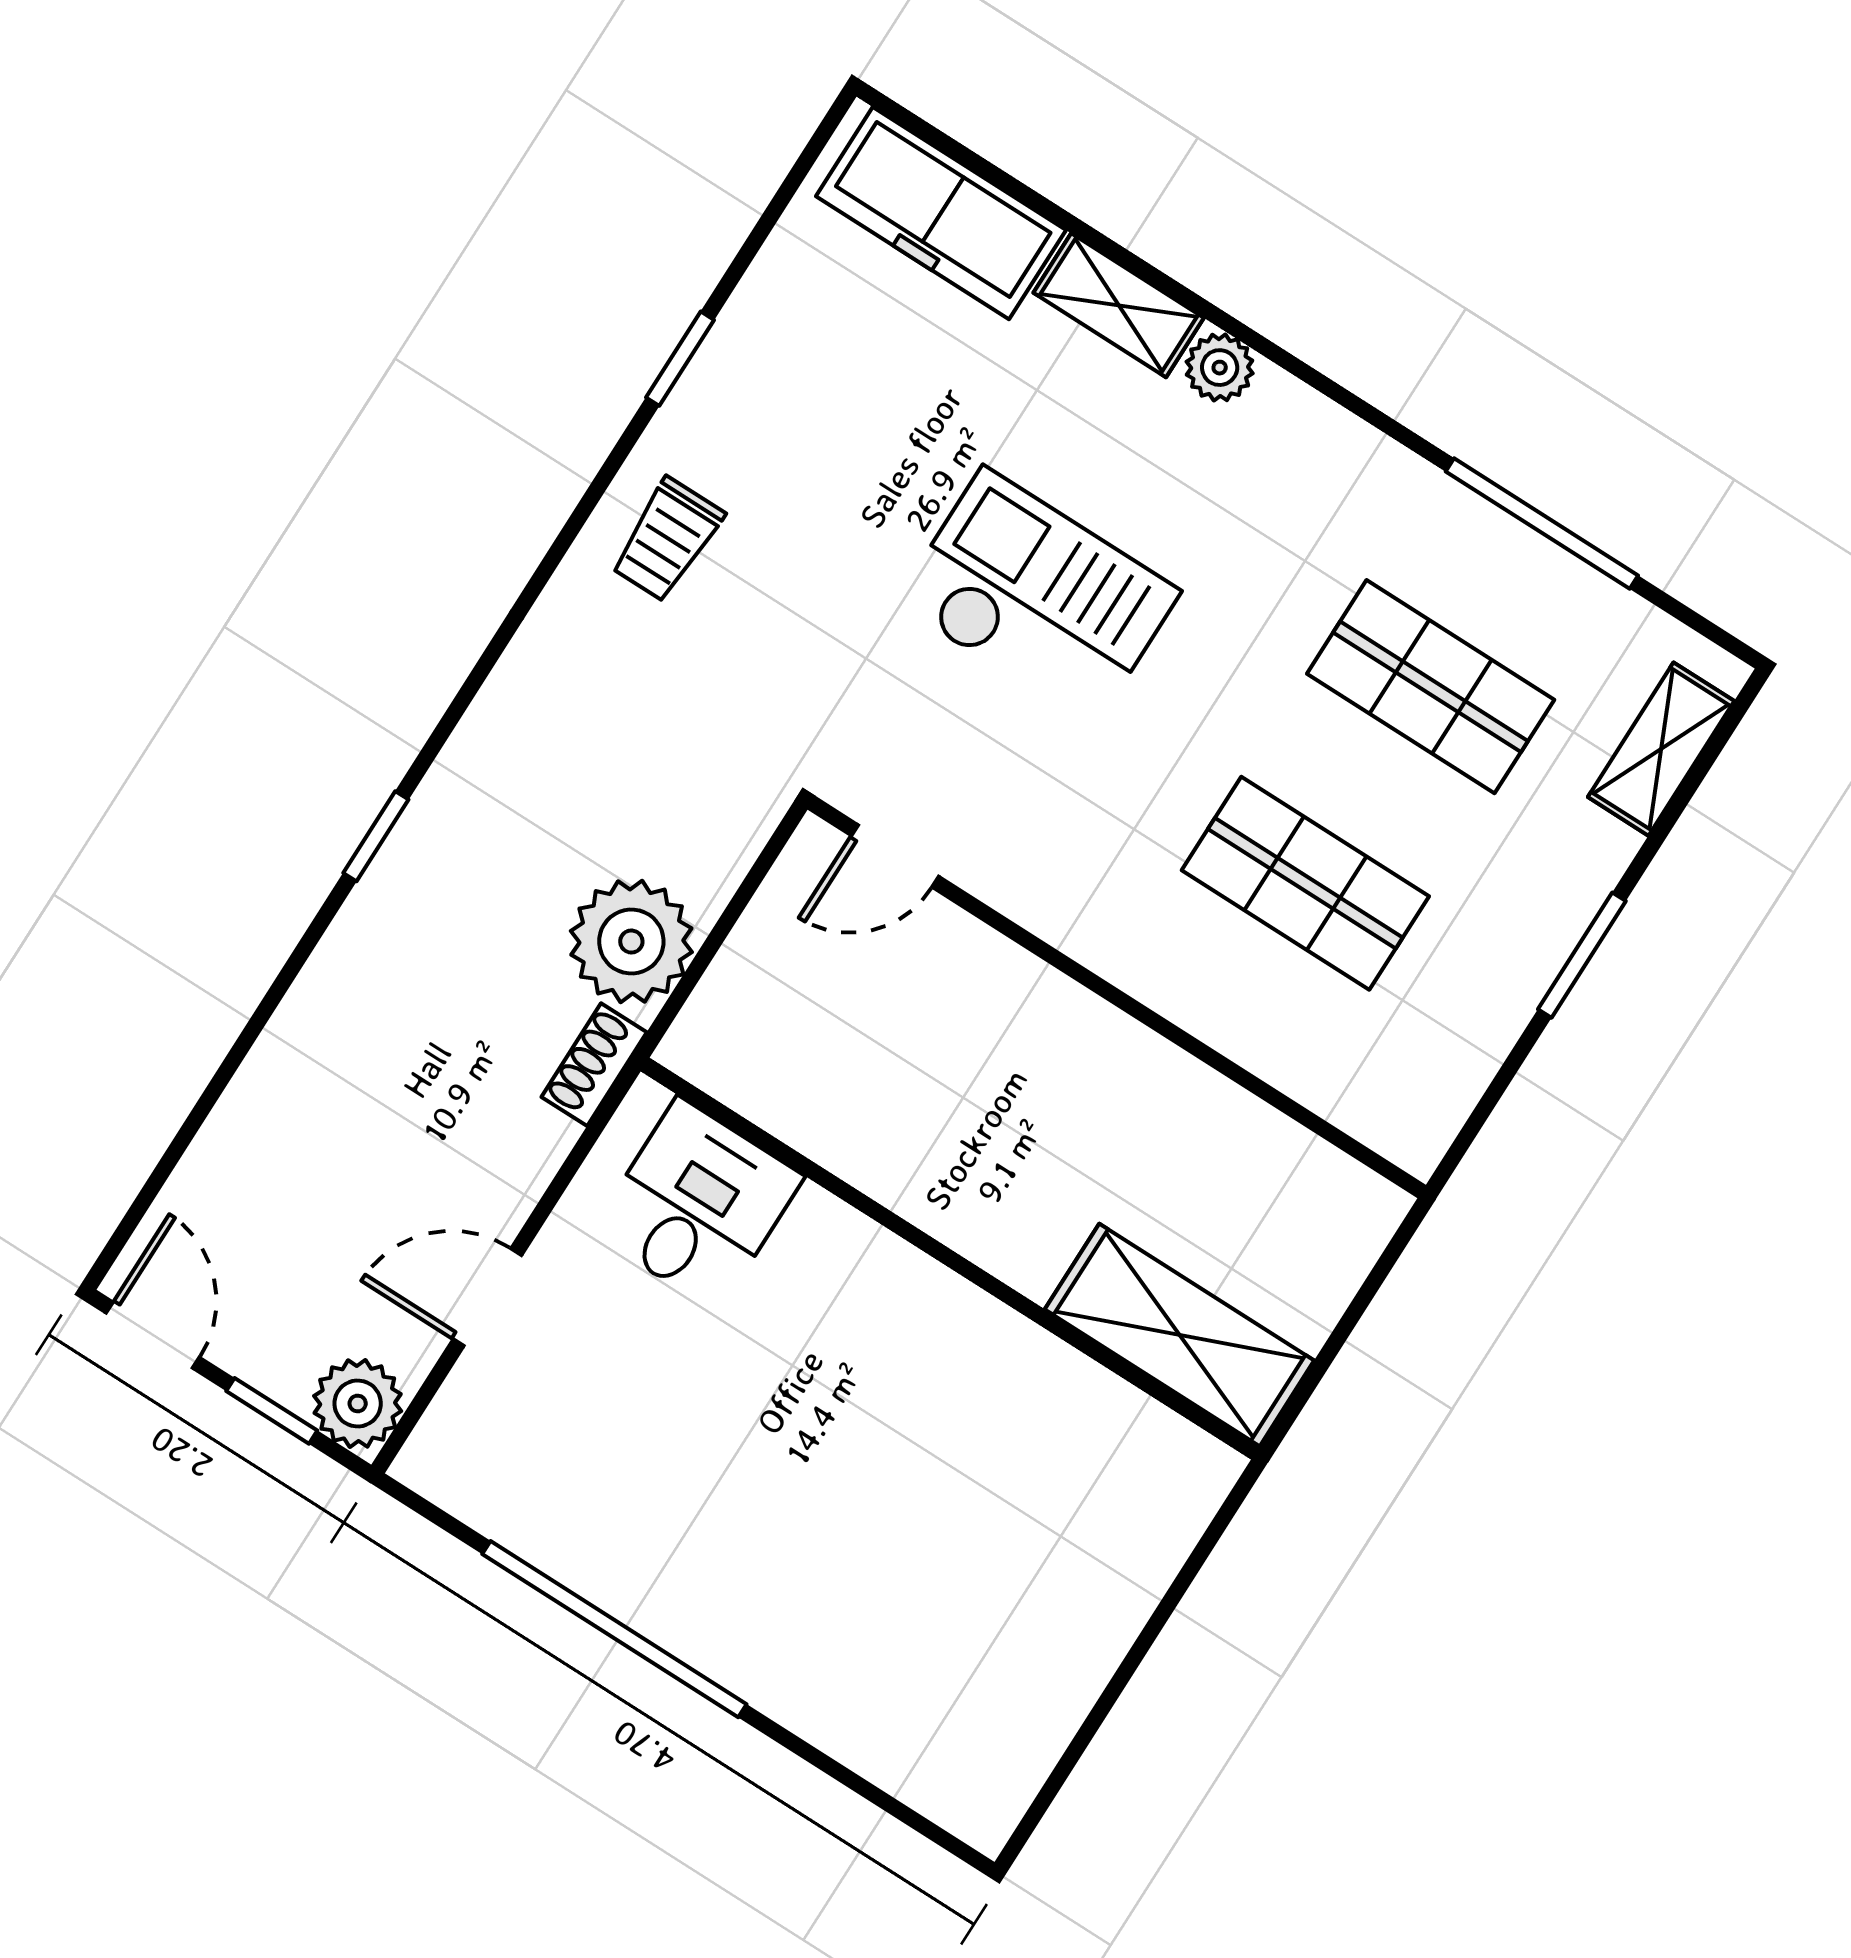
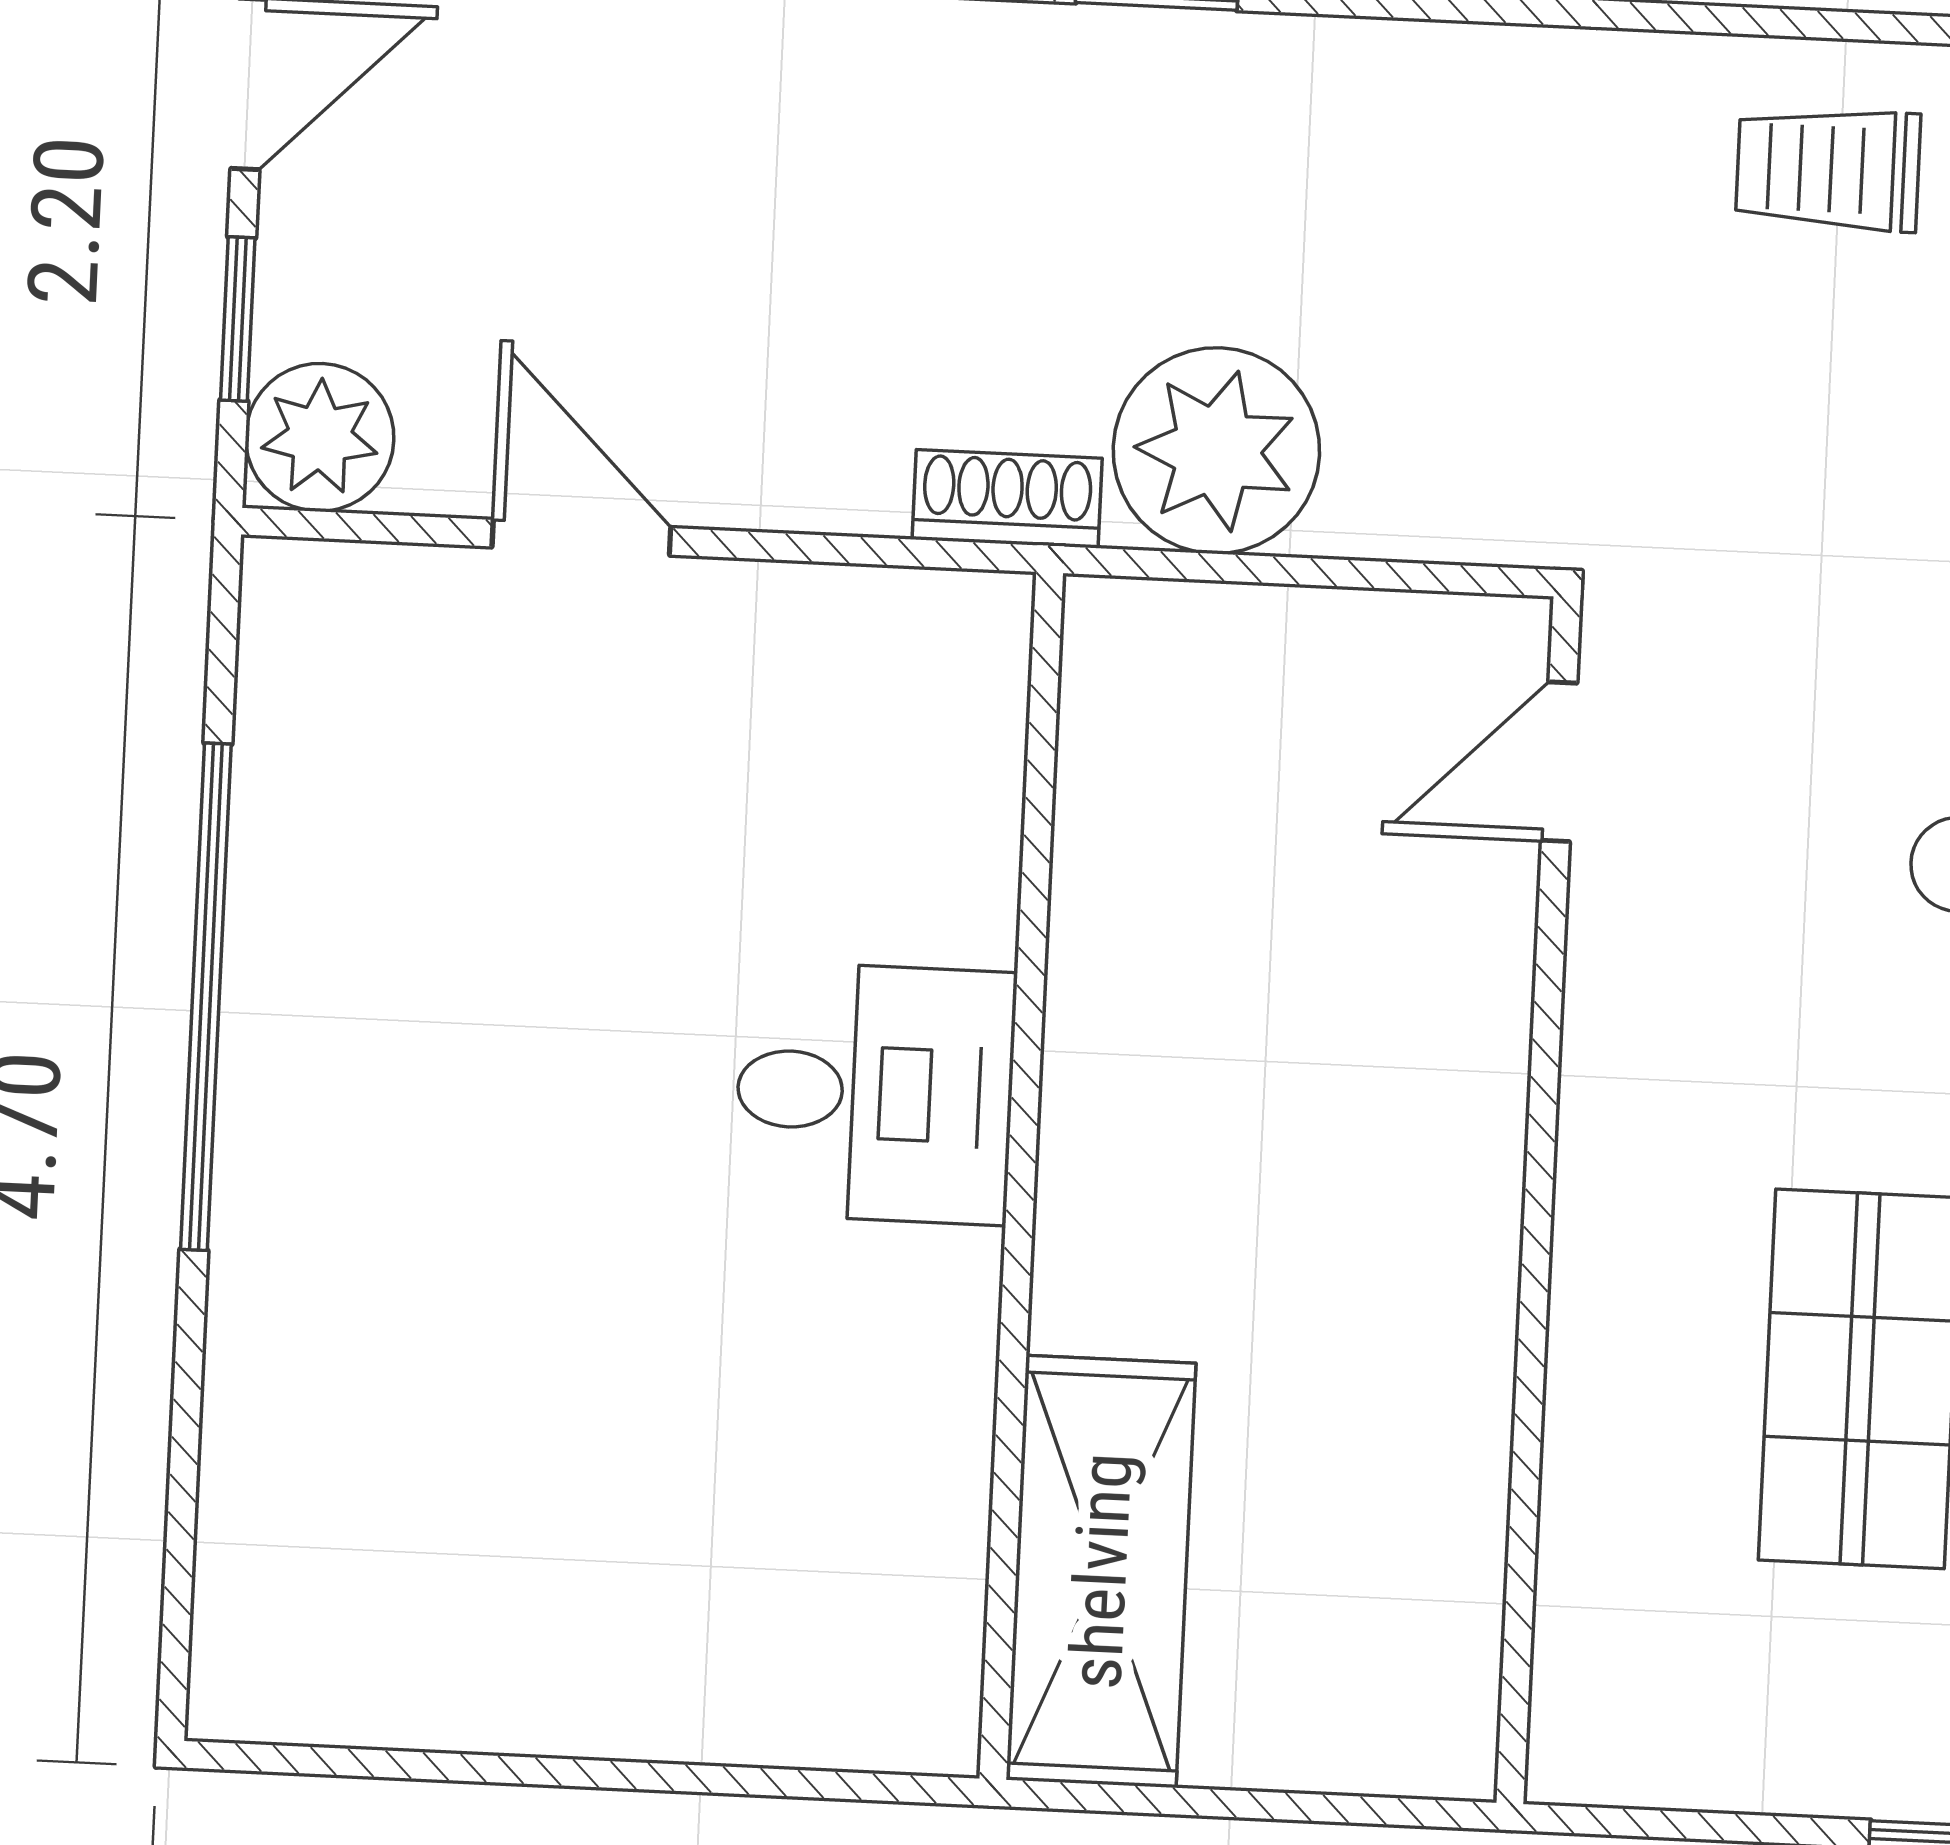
door: (895, 856) -> (1559, 762), hinge flipped
desk: (697, 1204) -> (875, 1093), moved

